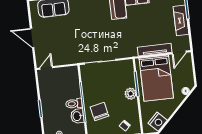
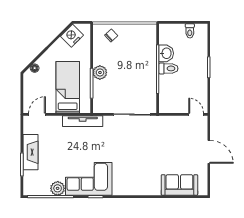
tv unit: (155, 50) -> (83, 121), moved
door: (46, 68) -> (196, 114), swing flipped
bed: (156, 78) -> (68, 87), width x0.67
chair: (99, 111) -> (139, 56), removed

